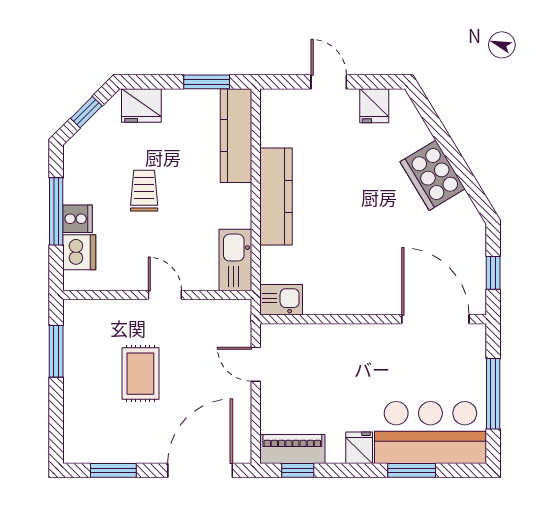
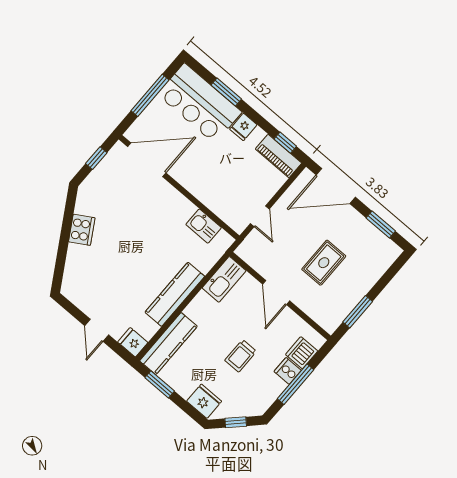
fridge: (374, 106) -> (133, 342), moved, turned -90
cooker: (433, 175) -> (82, 230), width x0.73, depth x0.76
door: (165, 295) -> (276, 293), width x1.38
kitchen sink: (281, 300) -> (204, 226), moved
door: (435, 319) -> (147, 160), swing flipped

